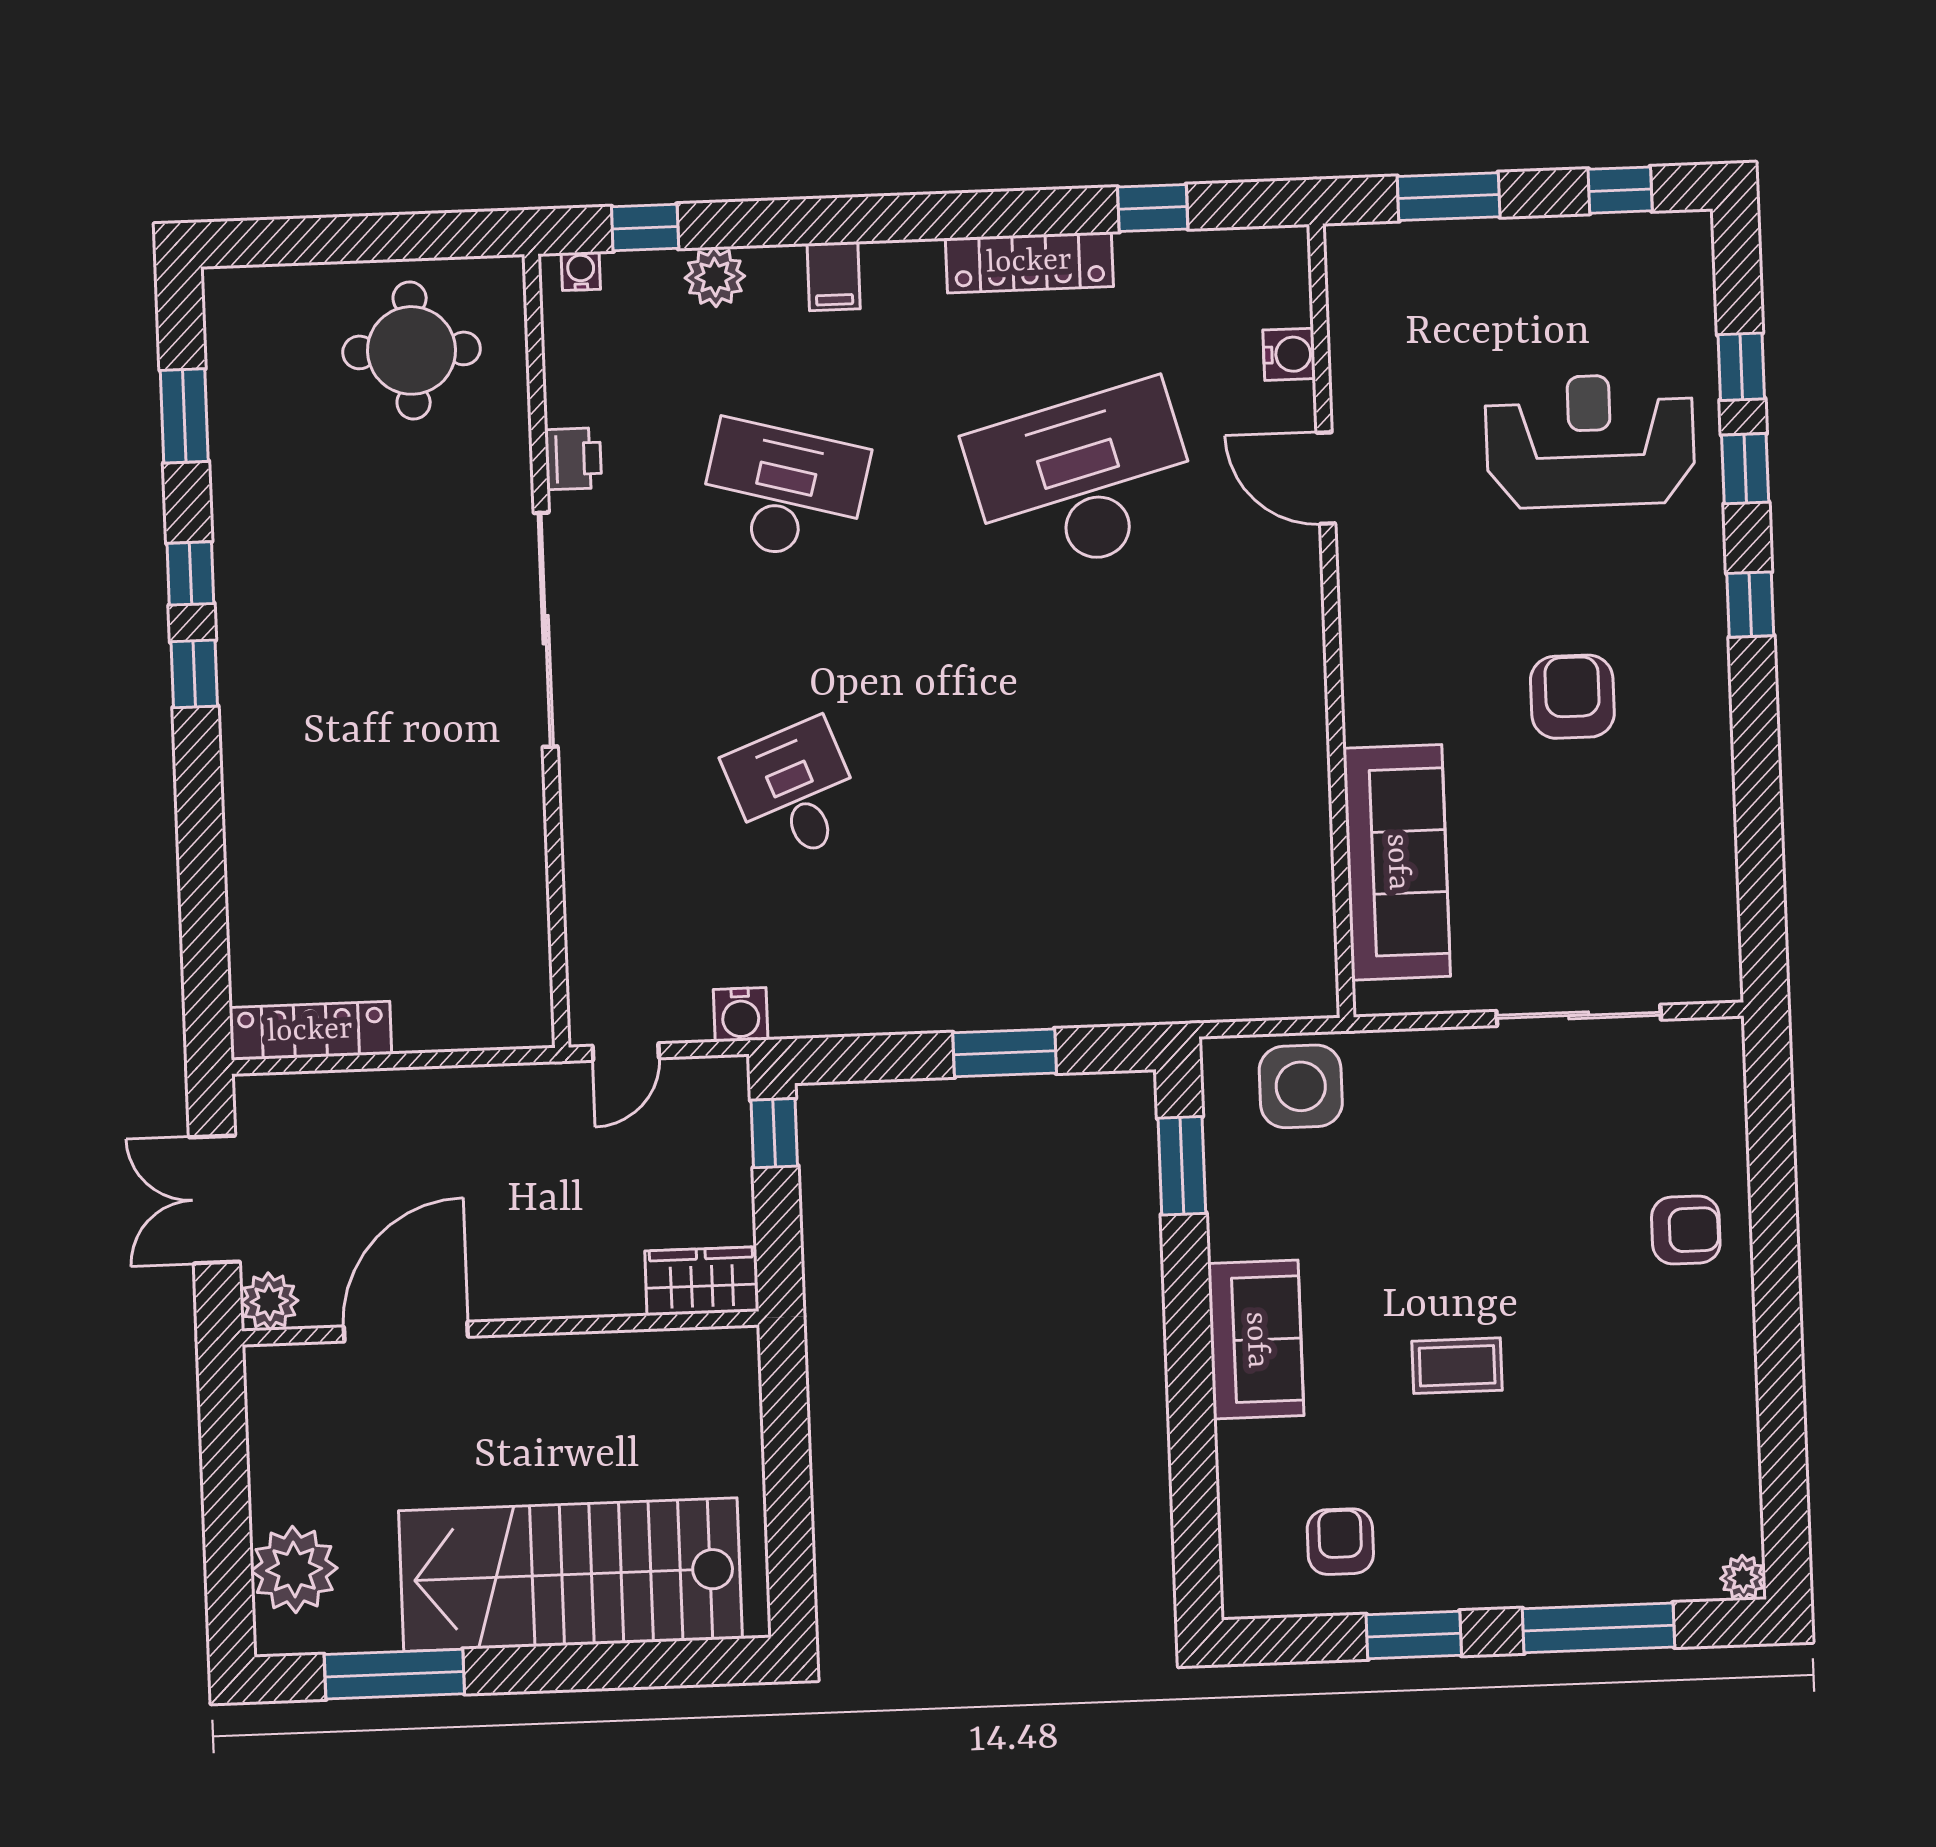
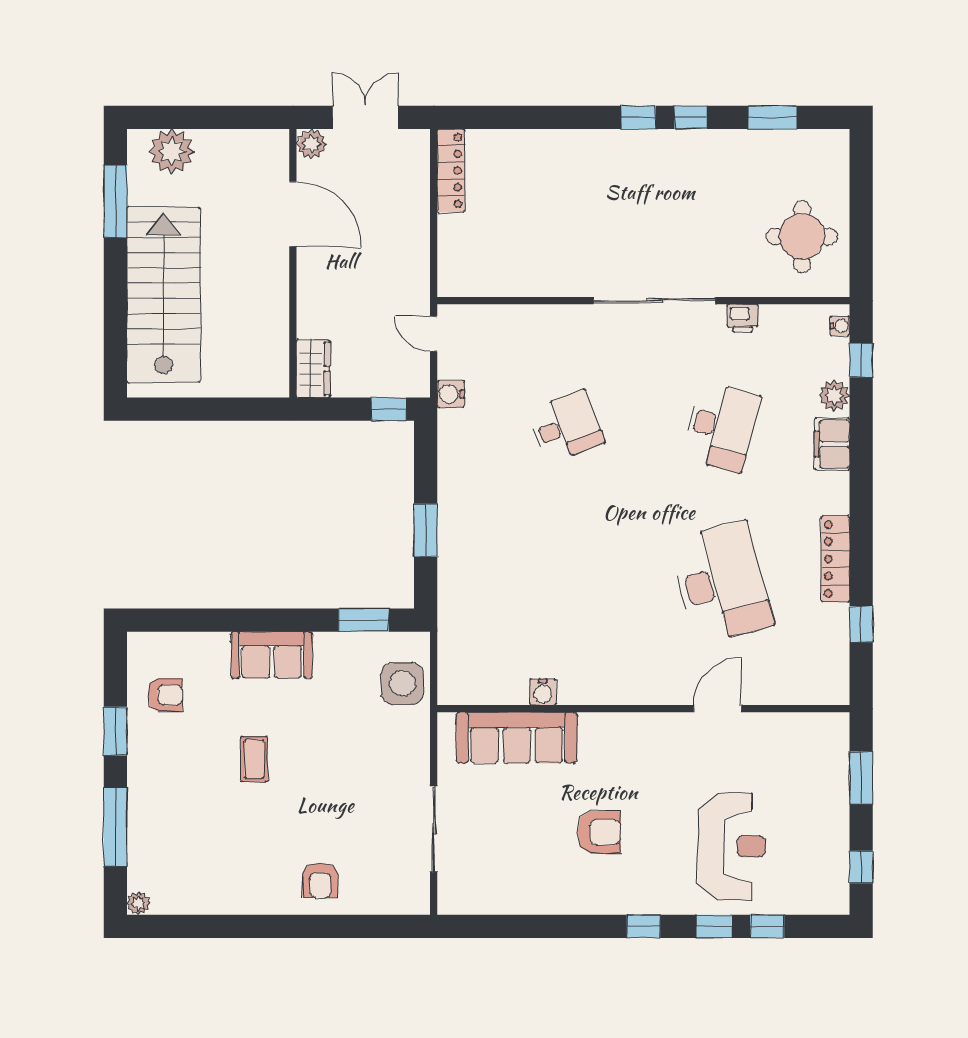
filing cabinet: (834, 276) -> (832, 444), width x2.00
water cooler: (1289, 354) -> (543, 692), moved

